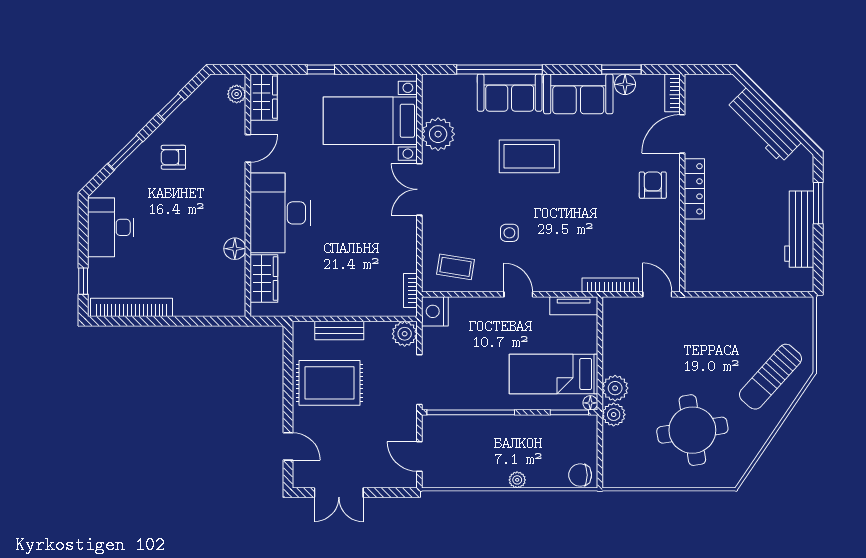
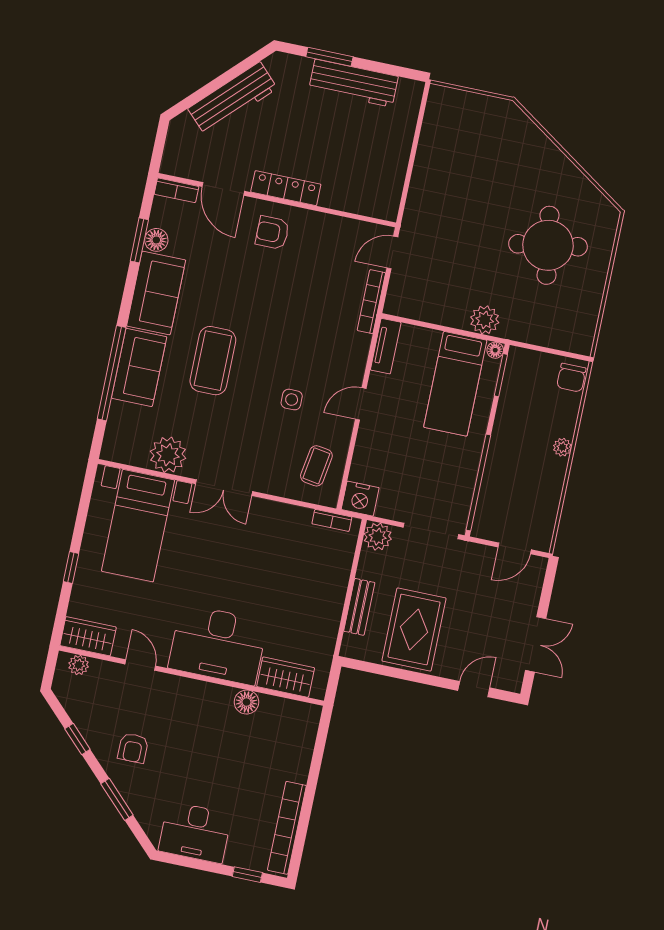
sun lounger: (770, 377) -> (508, 148), removed
plant: (614, 415) -> (513, 327), removed

